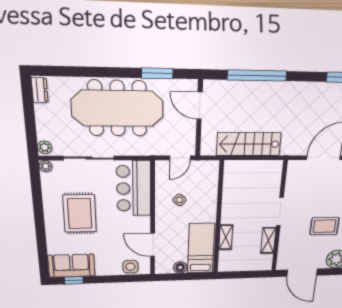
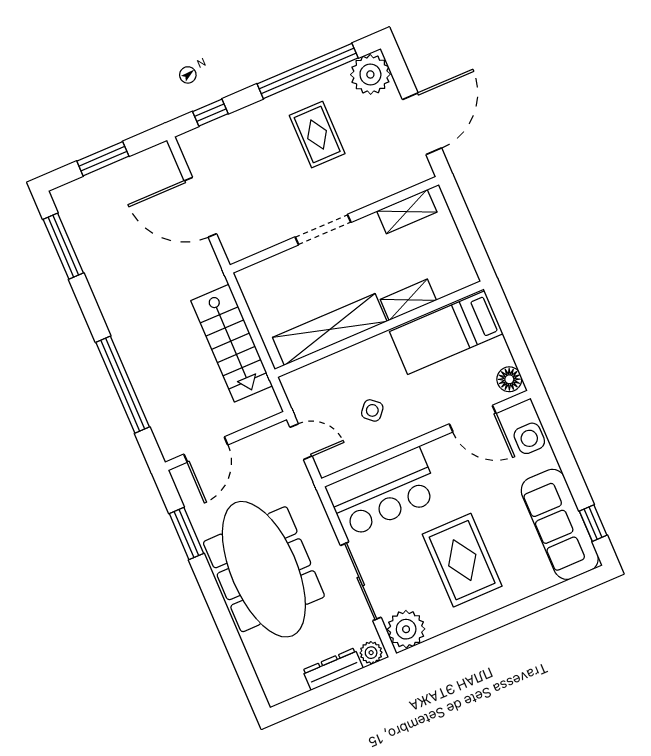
dresser: (40, 90) -> (333, 669), moved, width x1.44
plant: (46, 166) -> (406, 629), width x1.88, depth x1.88
shelving: (230, 195) -> (330, 329), added
rug: (80, 214) -> (462, 560), turned 90
shelving: (268, 240) -> (407, 212), moved
door: (153, 245) -> (473, 419), hinge flipped
sofa: (71, 266) -> (560, 524), width x1.36
floor lamp: (180, 267) -> (509, 379), moved

